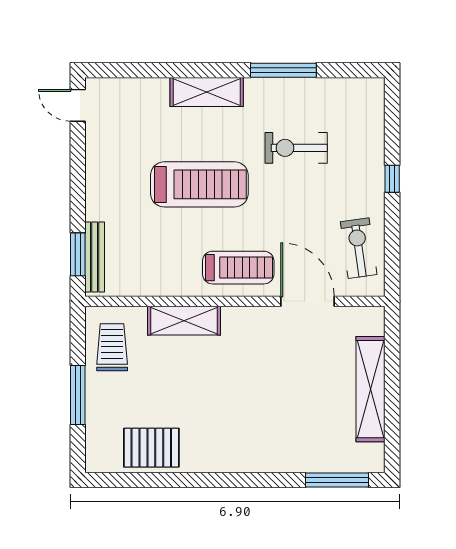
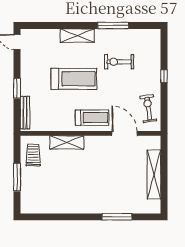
window: (78, 254) -> (17, 88), moved
pallet: (151, 448) -> (52, 202), removed
window: (337, 480) -> (117, 217), moved

